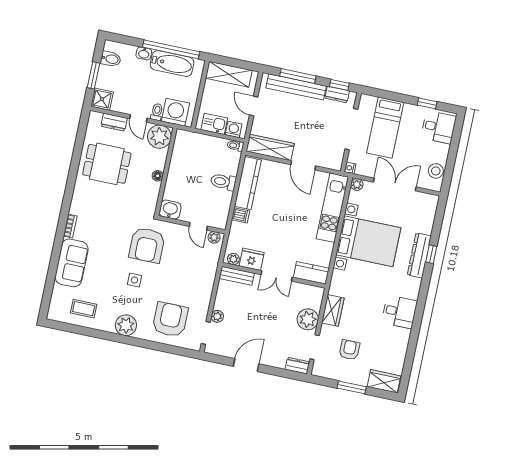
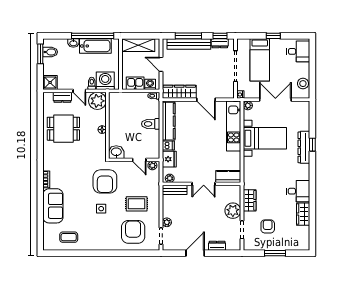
window: (94, 75) -> (40, 54), moved
window: (427, 103) -> (273, 36), moved
bed with nightstands: (368, 241) -> (265, 138), width x0.73
fridge: (252, 259) -> (169, 159), moved, turned 90
rug: (182, 283) -> (137, 204), added
plant: (126, 325) -> (102, 243), removed
dresser: (297, 366) -> (217, 246), moved
wardrobe: (384, 381) -> (303, 214), moved, turned -90

